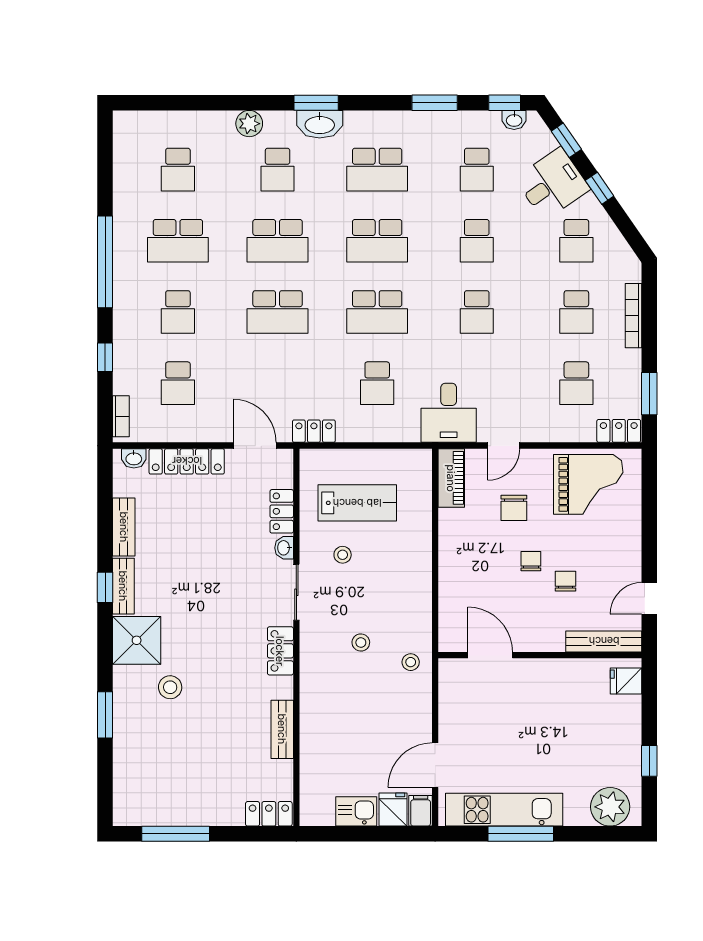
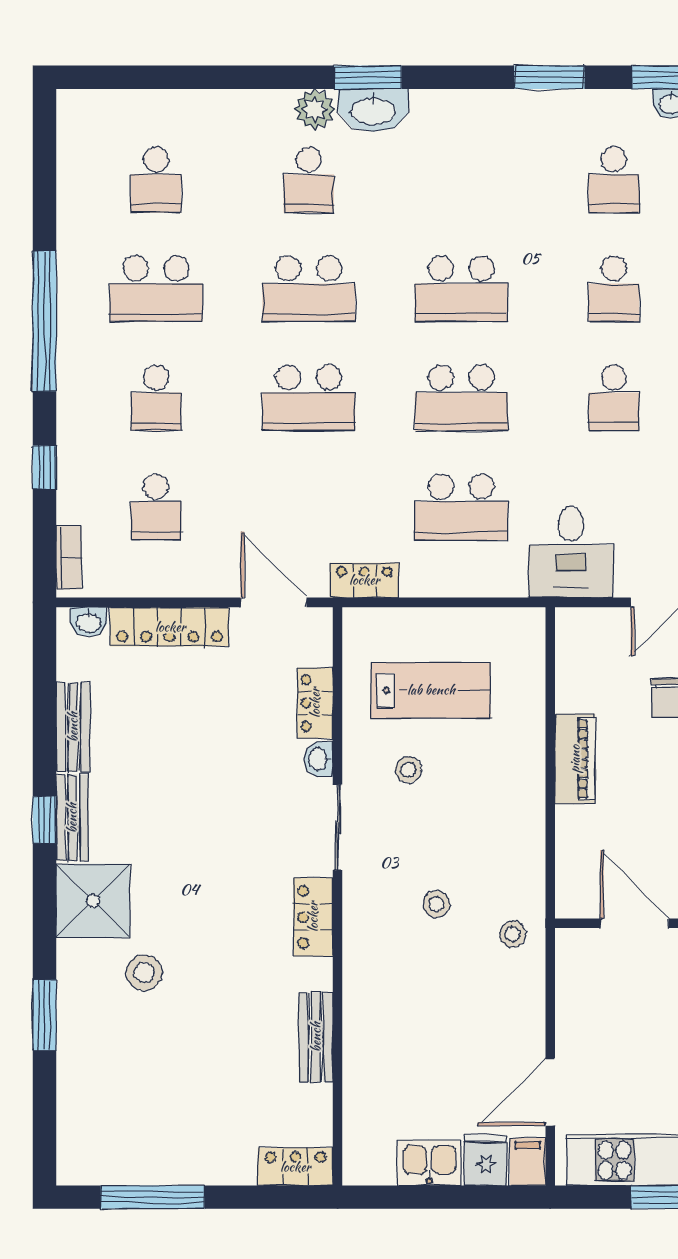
plant: (249, 124) -> (315, 109), moved
school desk: (377, 170) -> (461, 180), removed
school desk: (377, 383) -> (461, 507), width x1.85
piano: (451, 478) -> (575, 759), moved

